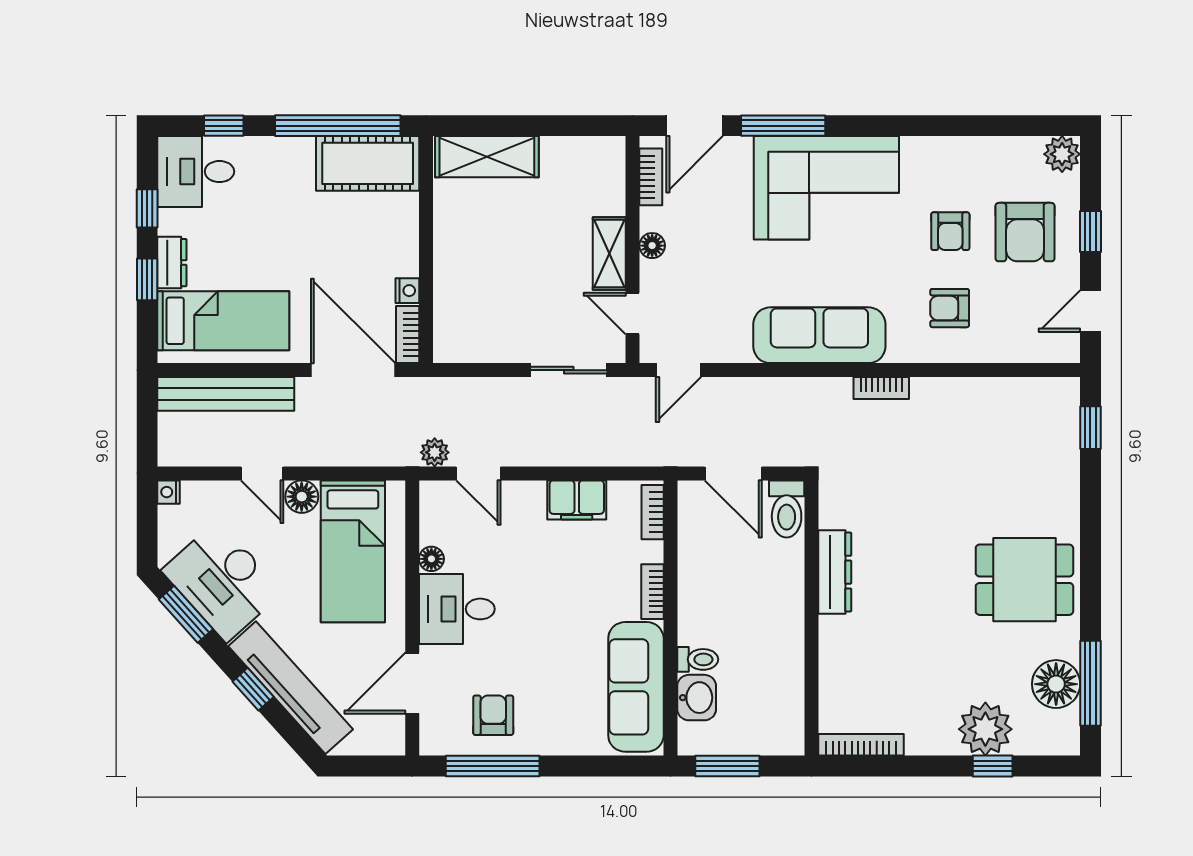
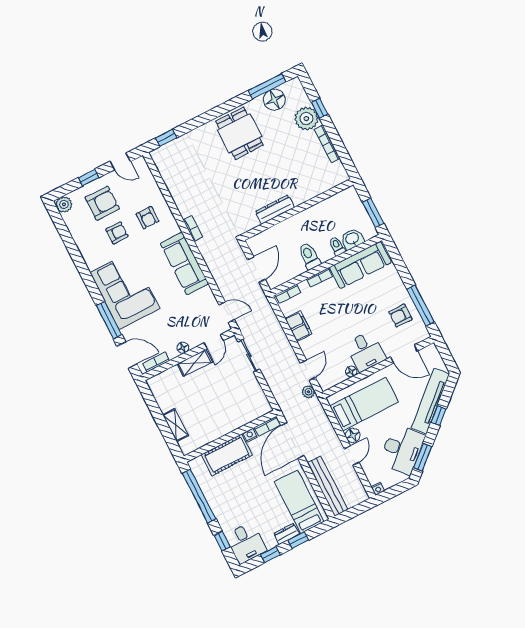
shelving: (487, 157) -> (176, 425), width x0.67, depth x0.75
cot: (368, 163) -> (227, 455), moved, turned 90
toilet: (787, 509) -> (309, 256), moved, turned -90
bookcase: (861, 745) -> (327, 144), moved

